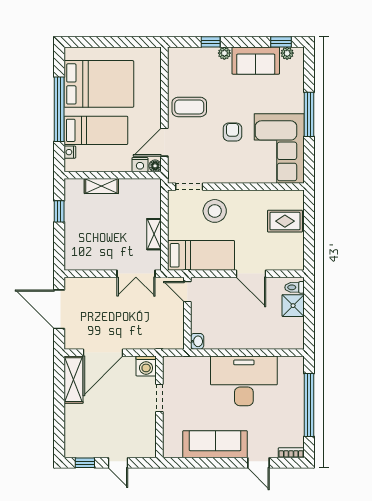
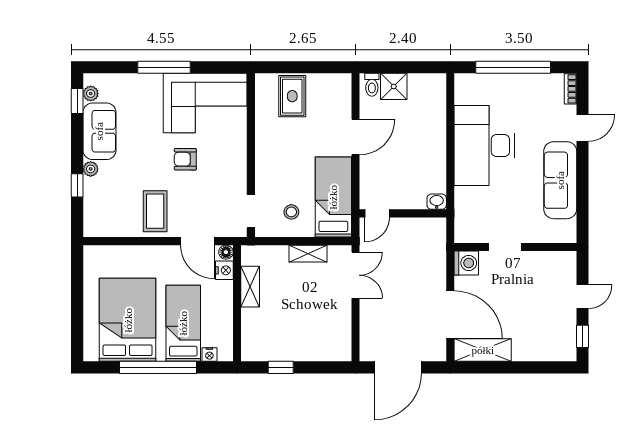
shelving: (101, 186) -> (250, 287), moved
stool: (215, 211) -> (291, 212), moved, width x0.53, depth x0.53

